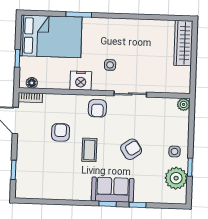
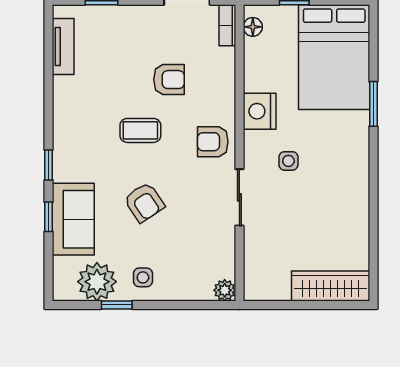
sofa: (113, 190) -> (73, 219), moved
tv unit: (39, 193) -> (63, 47), added

